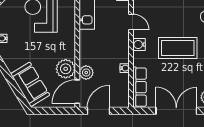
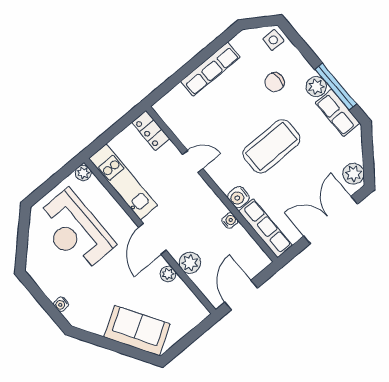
water cooler: (139, 44) -> (238, 197), moved
plant: (66, 69) -> (168, 274), width x0.53, depth x0.53
door: (77, 92) -> (152, 239), moved

